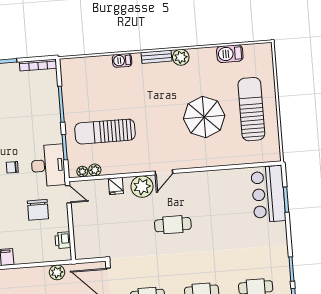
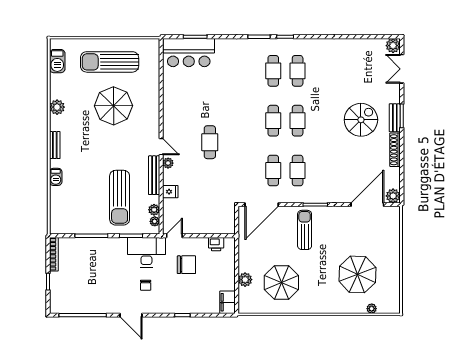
barbecue: (230, 54) -> (57, 61), moved
plant: (181, 57) -> (57, 107), moved
bench: (132, 167) -> (154, 175), added
plant: (142, 187) -> (168, 163), width x0.53, depth x0.53
plant: (57, 272) -> (245, 280), moved

